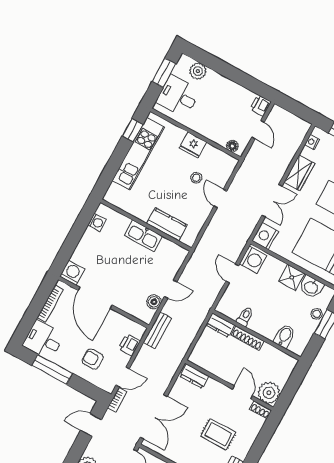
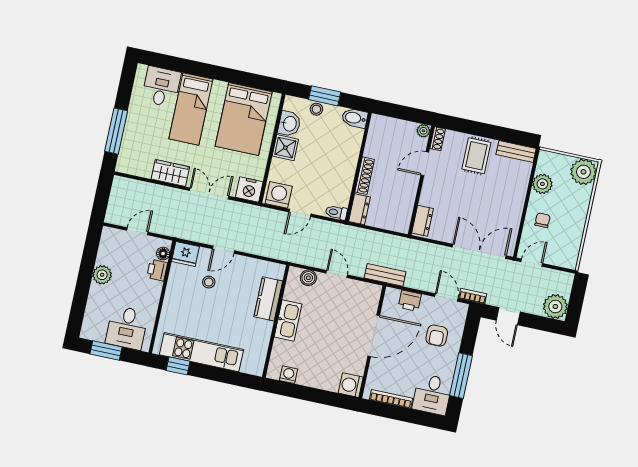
plant: (198, 71) -> (102, 275), moved
printer: (261, 106) -> (157, 270), moved, turned 90
nightstand: (312, 142) -> (133, 169), removed
fridge: (193, 145) -> (185, 254), moved, turned 90
door: (95, 298) -> (374, 336), moved
boiler: (154, 302) -> (308, 278), moved
toilet: (245, 316) -> (336, 212), moved
bidet: (284, 336) -> (355, 118), moved
plant: (269, 393) -> (423, 131), width x0.53, depth x0.53
rug: (218, 434) -> (476, 156), moved

